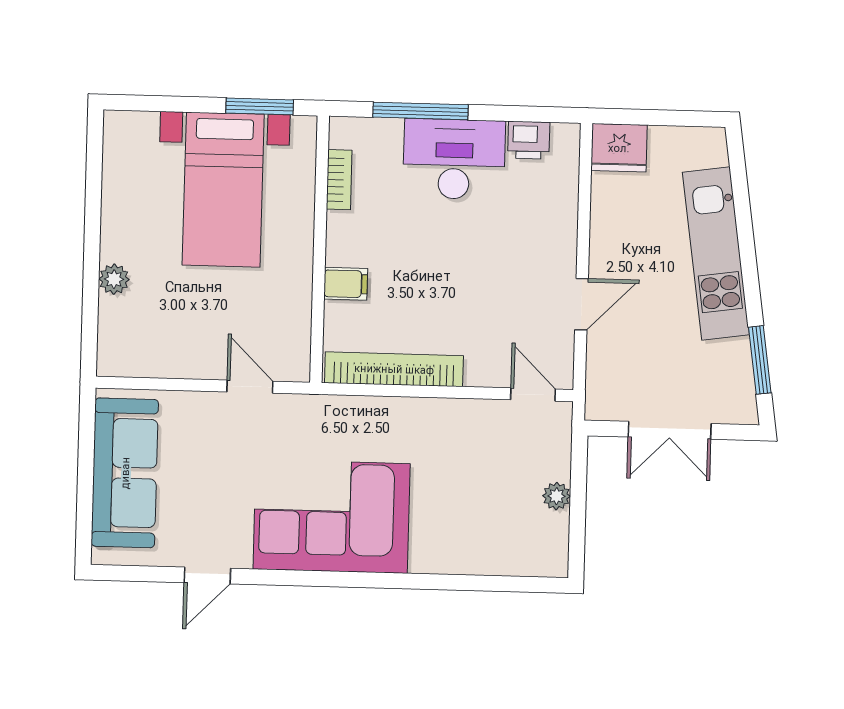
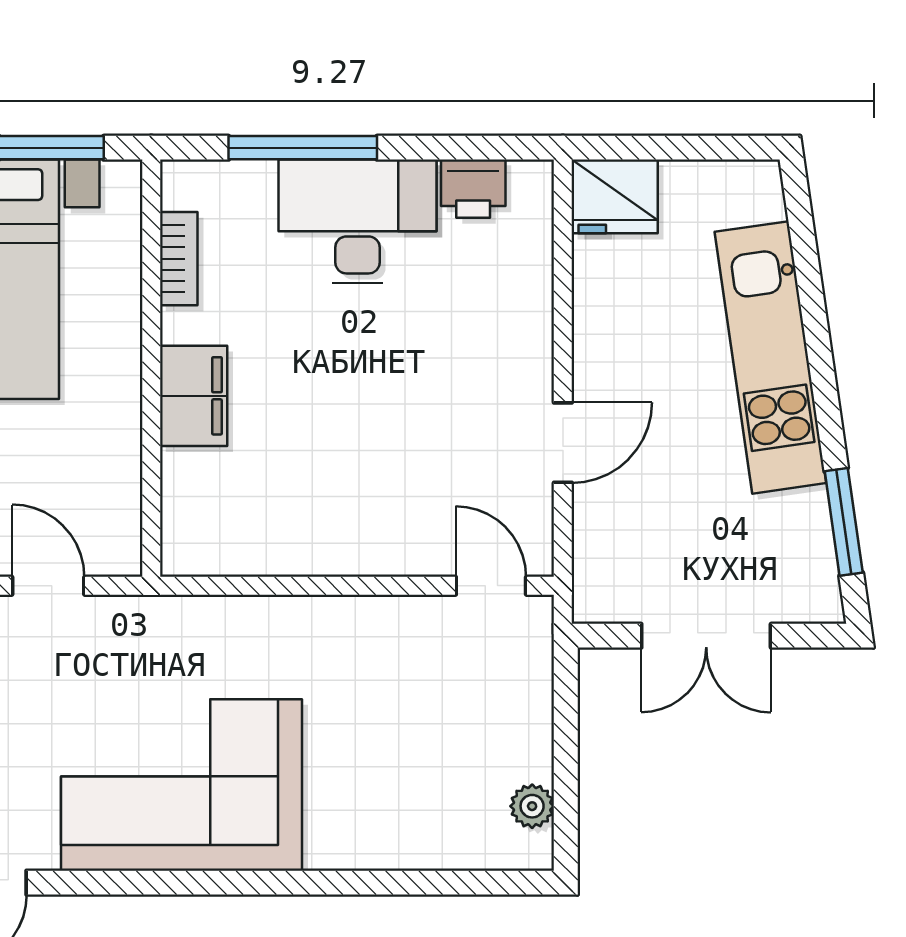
filing cabinet: (346, 284) -> (194, 396), width x2.00
bookcase: (394, 369) -> (273, 552), removed
plant: (557, 496) -> (532, 806), moved

